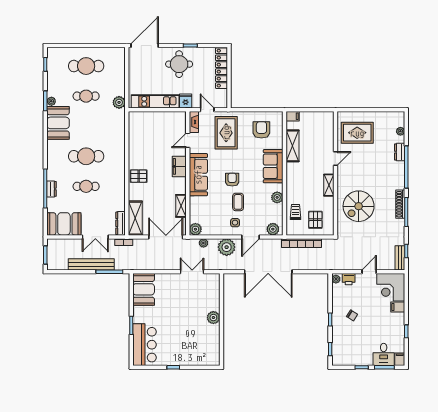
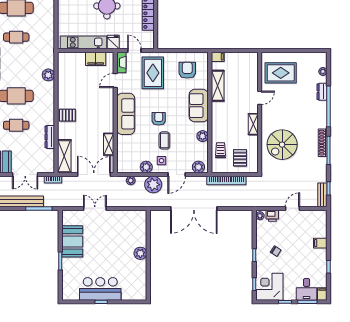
plant: (119, 102) -> (48, 75), moved
filing cabinet: (179, 166) -> (96, 59), moved, turned -90
dresser: (121, 223) -> (50, 137), moved
plant: (195, 229) -> (146, 167), moved
double door: (192, 272) -> (95, 209), moved
corner desk: (391, 287) -> (269, 287), moved, turned 90
booth: (144, 289) -> (72, 241), moved
bar counter: (145, 345) -> (100, 289), moved, turned -90

